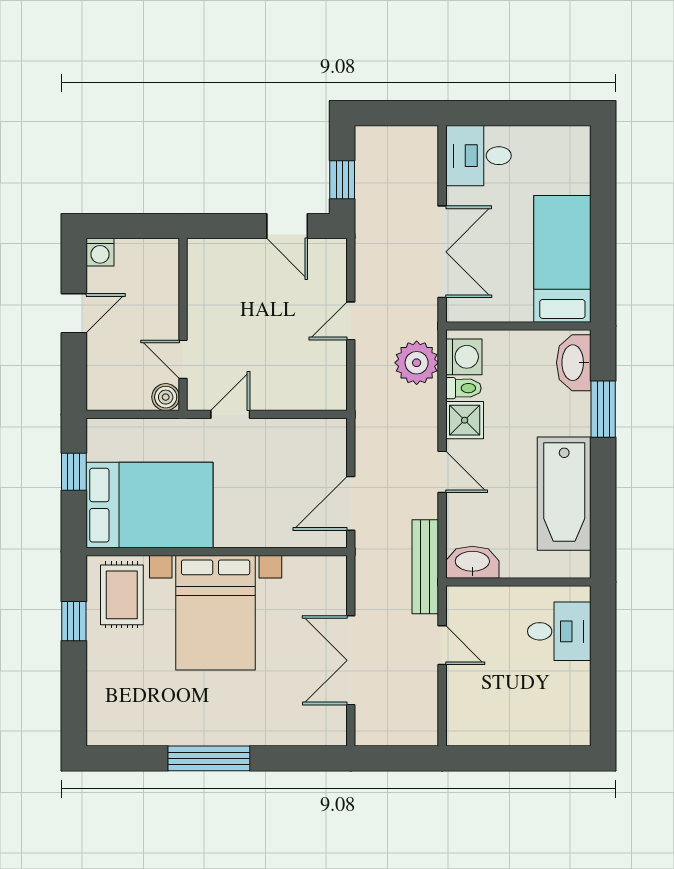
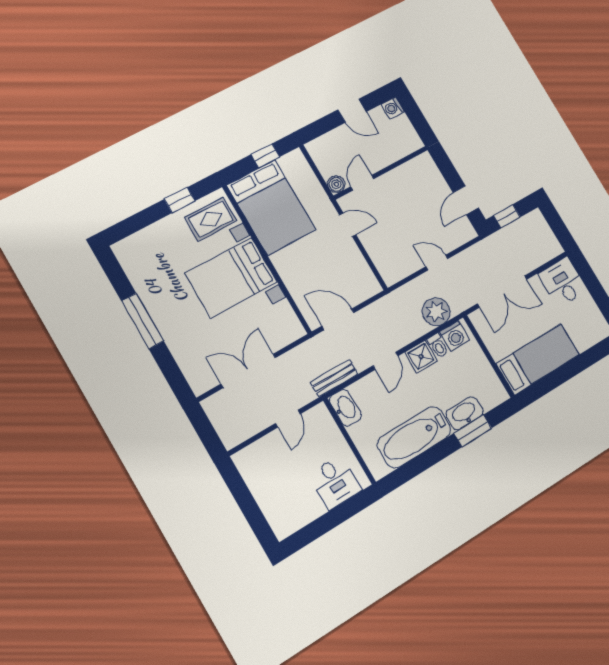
washbasin: (574, 363) -> (465, 413), moved
bench: (425, 567) -> (334, 378), width x0.73

